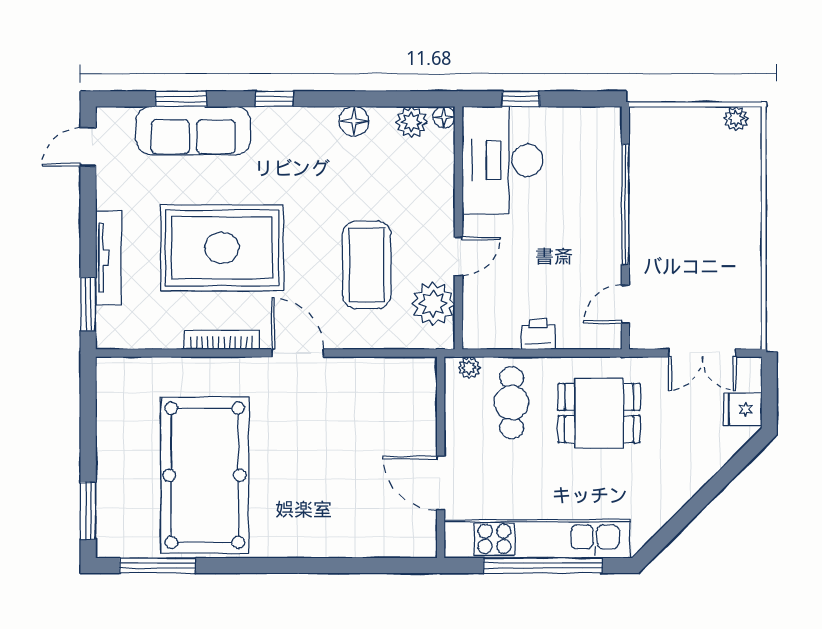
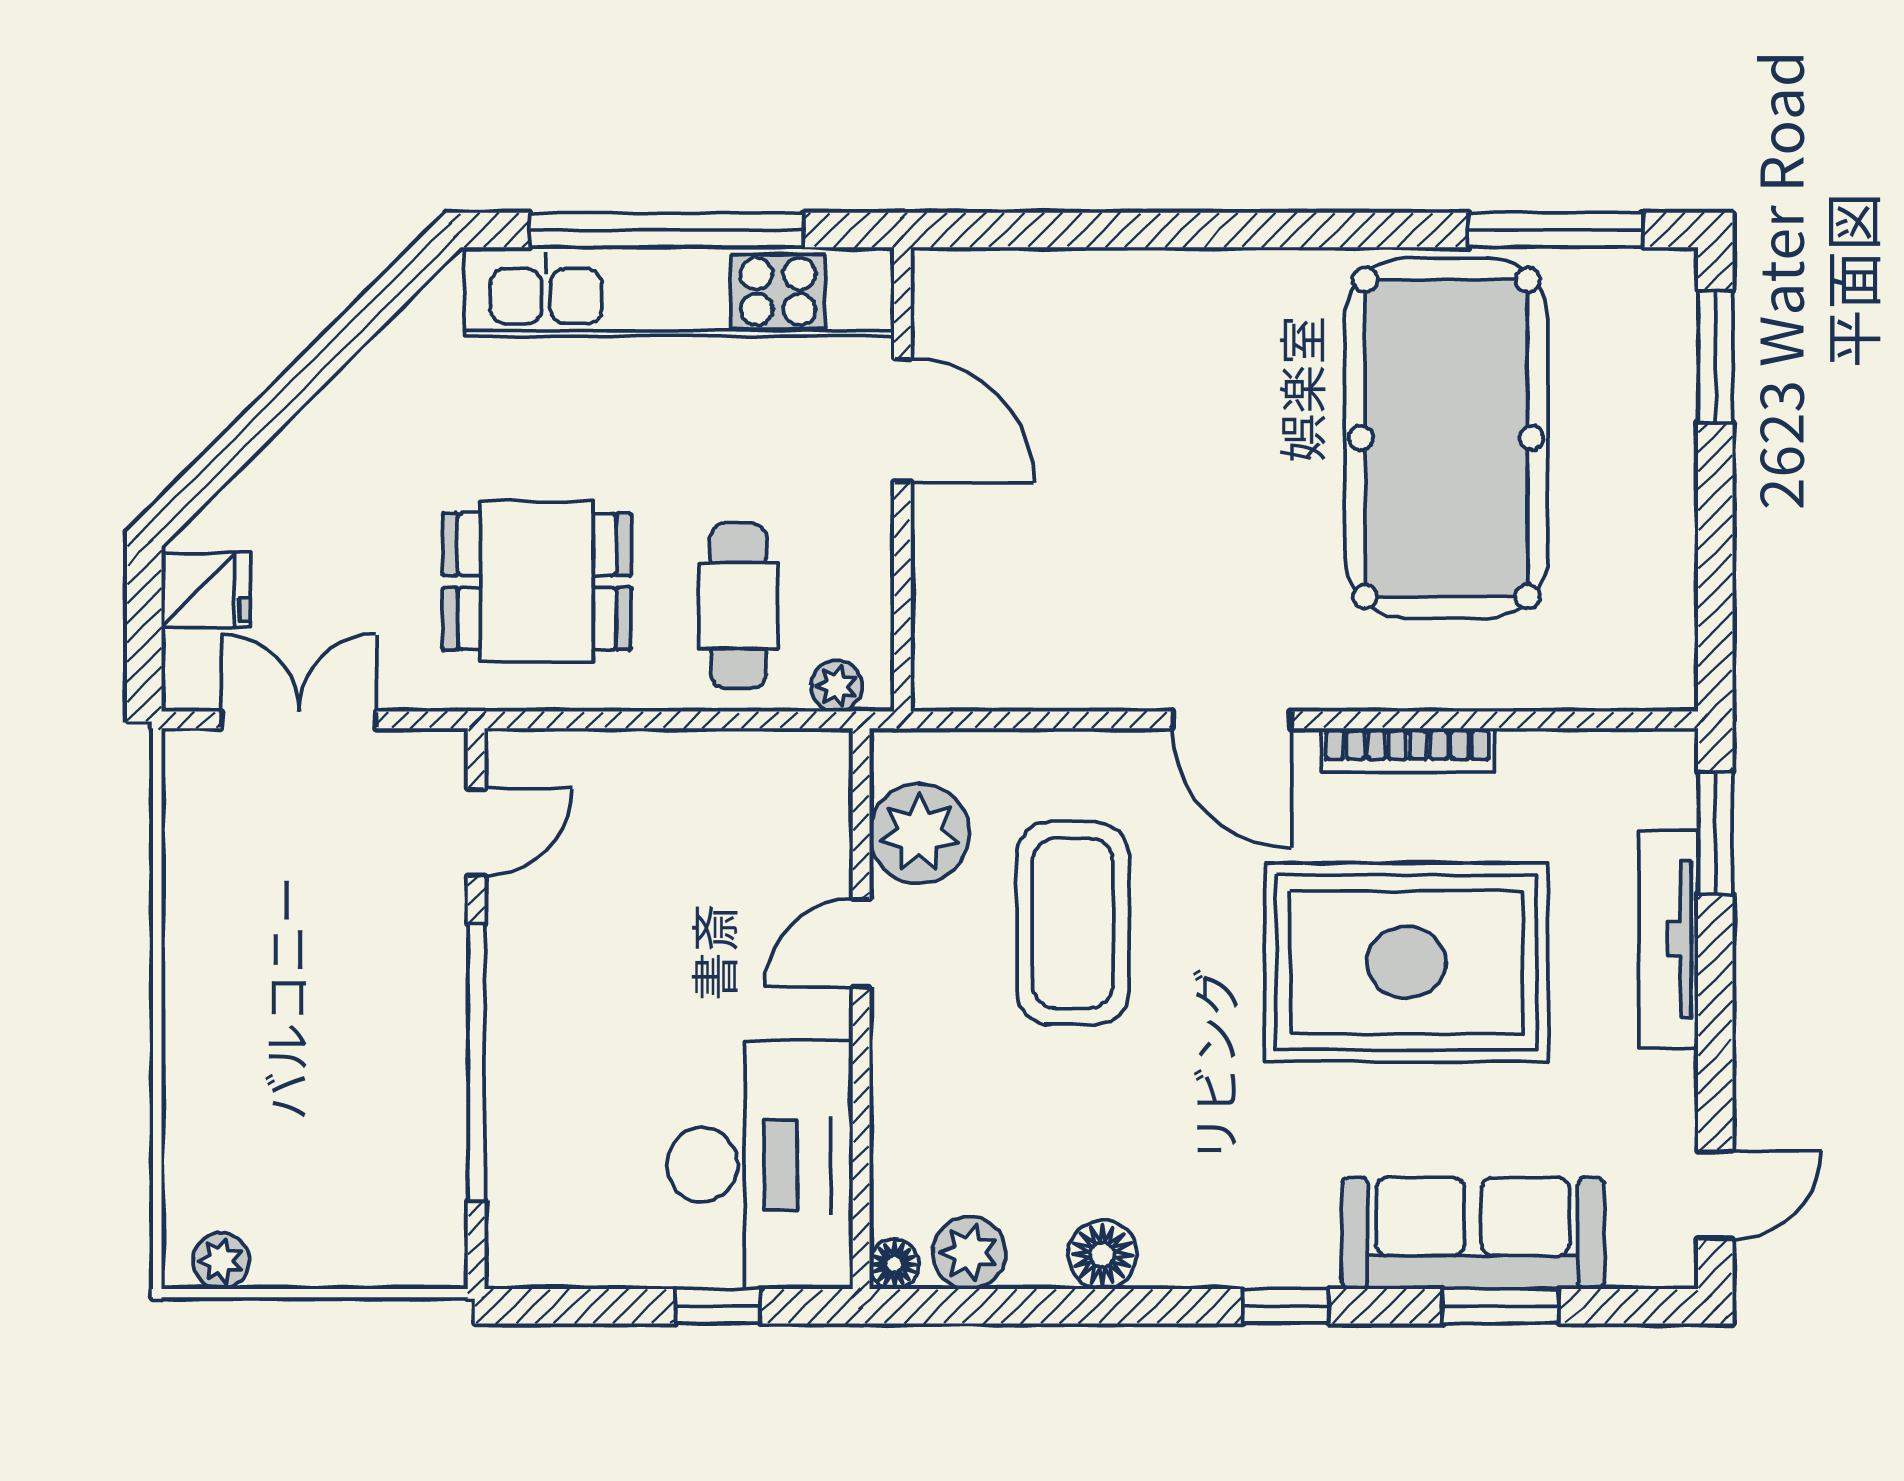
printer: (538, 334) -> (677, 763), removed

